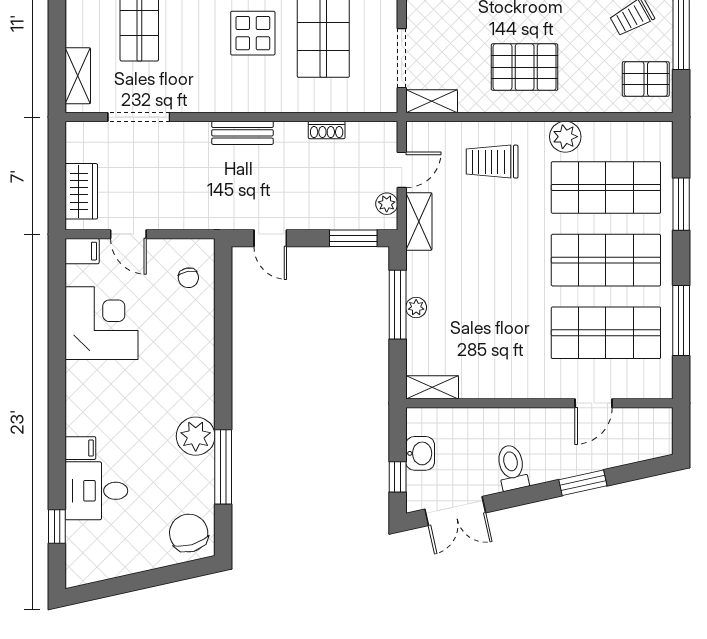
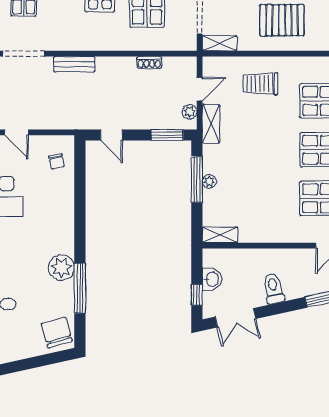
bench: (242, 133) -> (74, 64), moved
plant: (565, 137) -> (309, 67), removed

